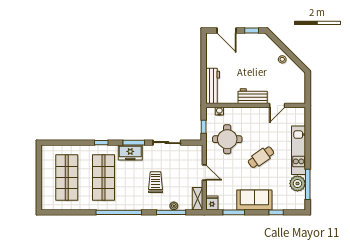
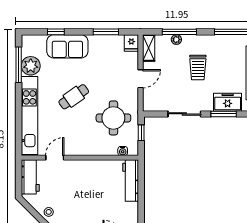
workbench: (253, 96) -> (30, 177), moved, turned -90
kitchen unit: (299, 150) -> (29, 115), width x1.36
door: (204, 173) -> (140, 79), swing flipped
sofa: (254, 200) -> (67, 46), moved

